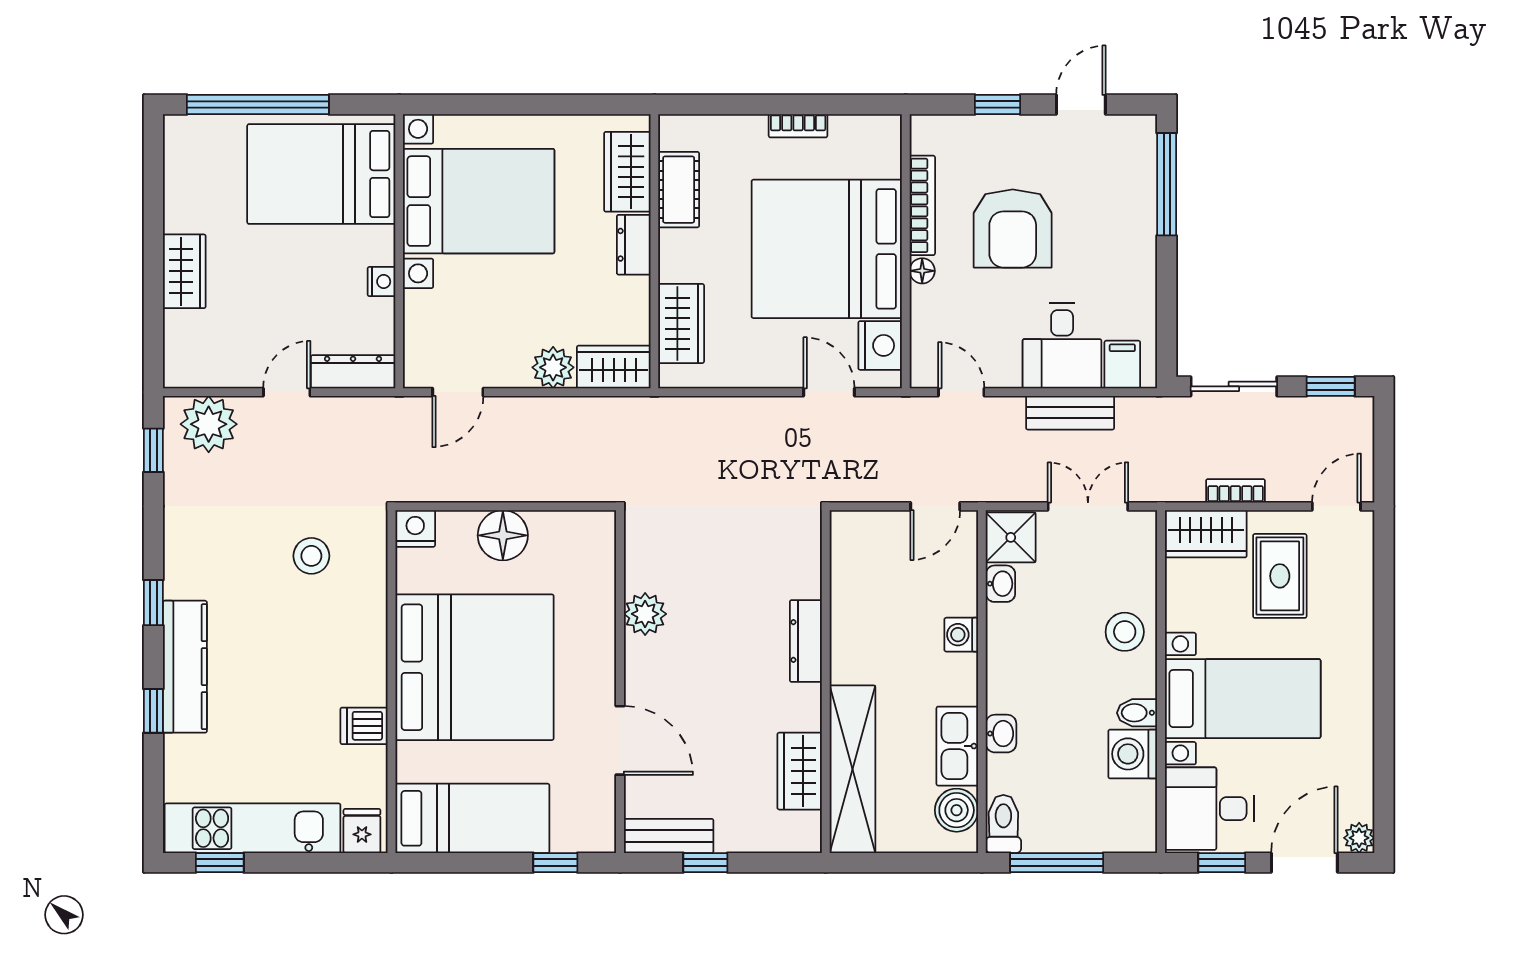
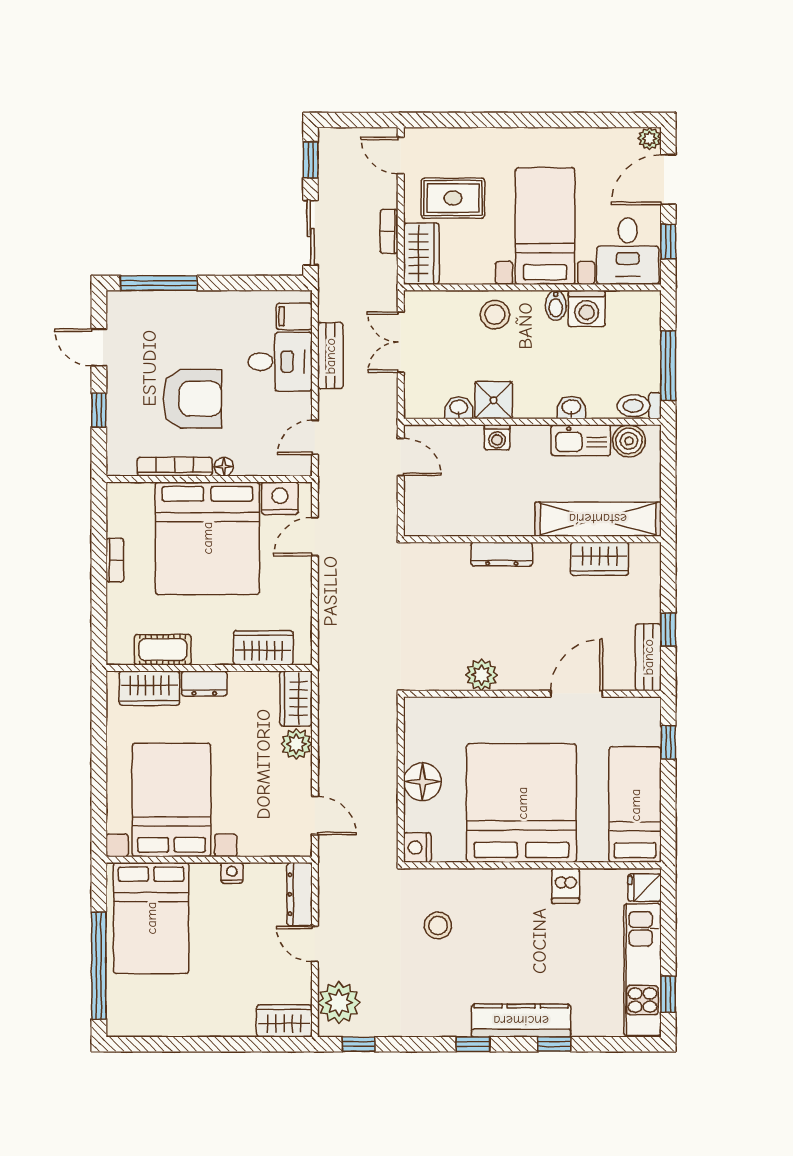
wardrobe: (184, 271) -> (284, 1021), moved
shower: (1011, 537) -> (494, 400), moved
door: (1304, 863) -> (668, 180), hinge flipped

